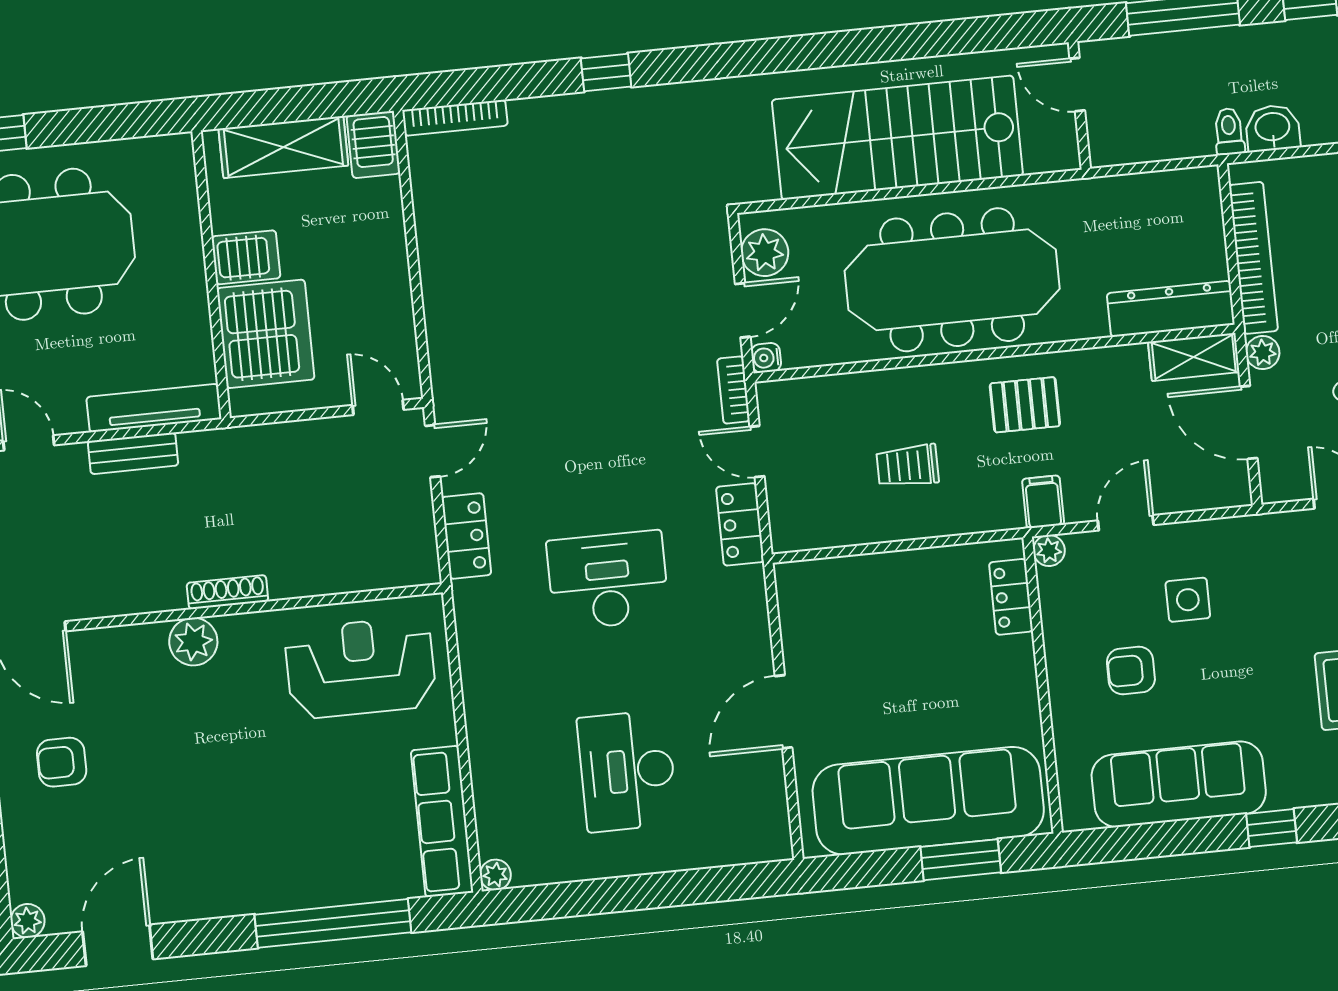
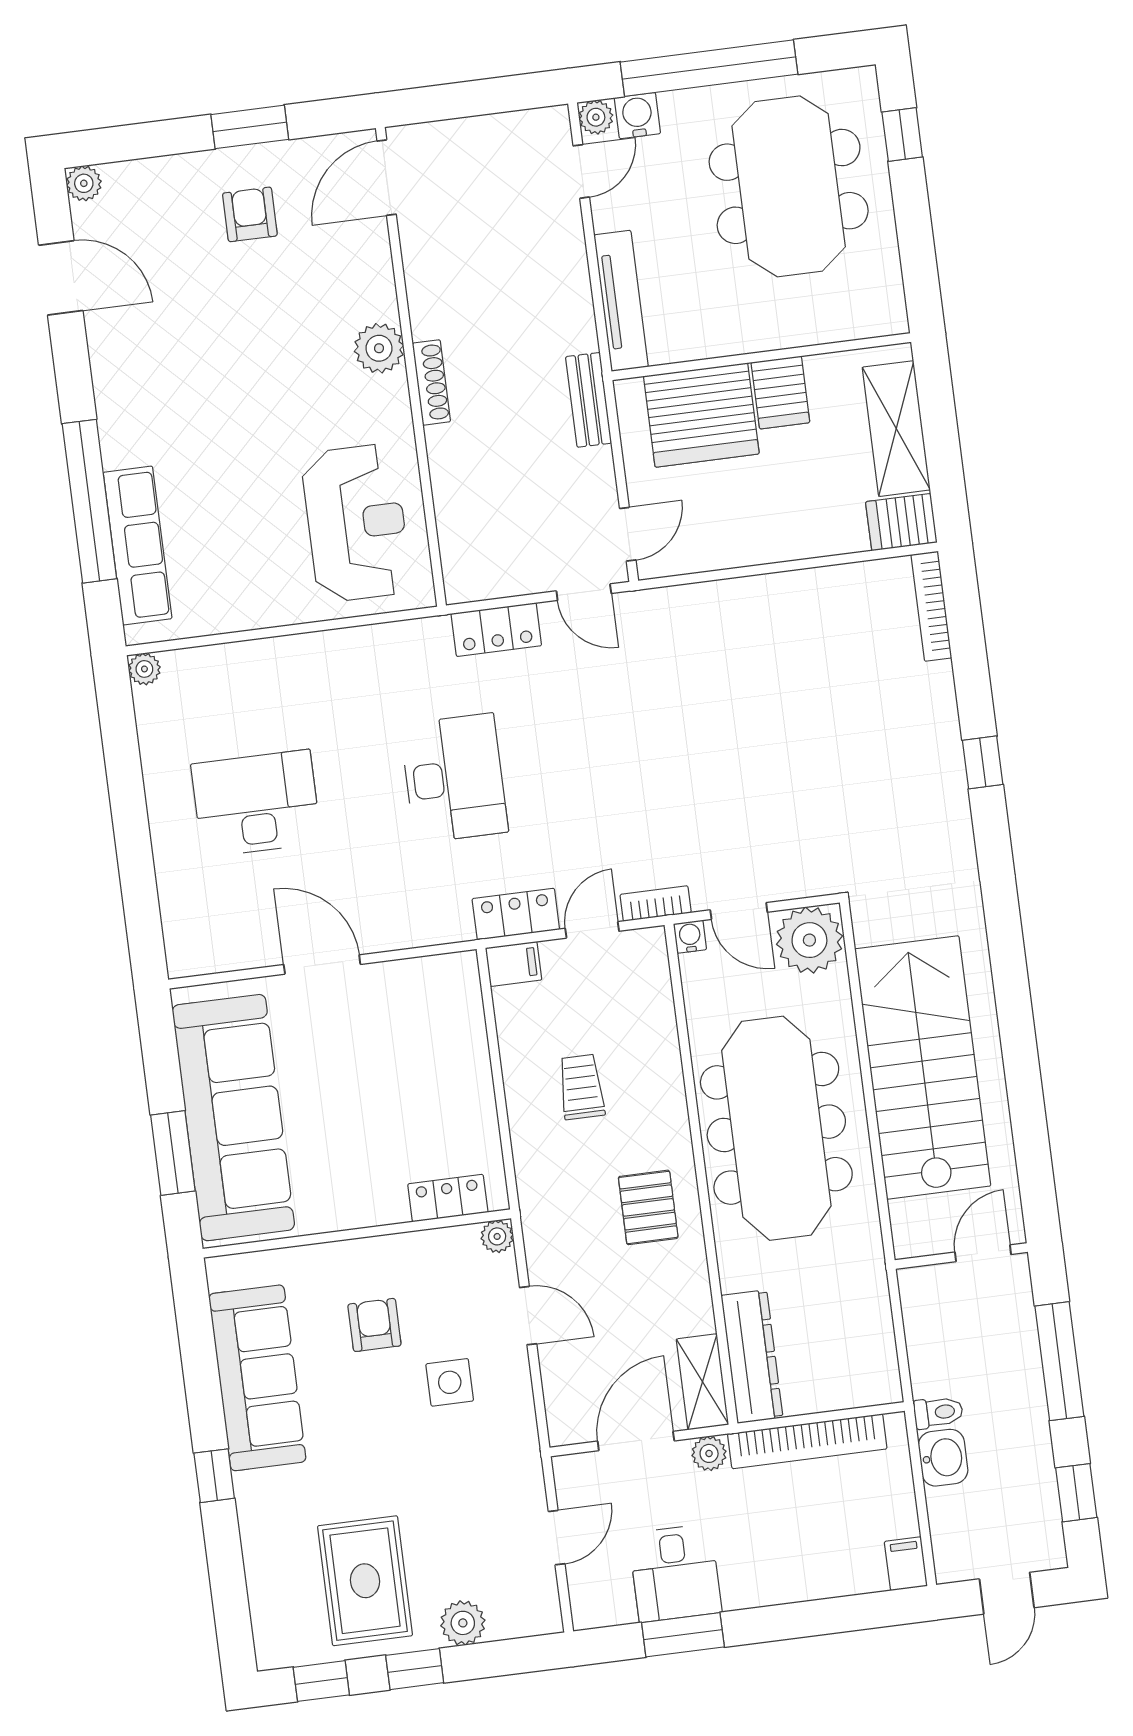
plant: (765, 253) -> (809, 940), width x1.36, depth x1.36
bench: (133, 453) -> (589, 400), moved
filing cabinet: (1043, 502) -> (514, 964), moved
row of seats: (442, 821) -> (138, 545), moved, turned 90

